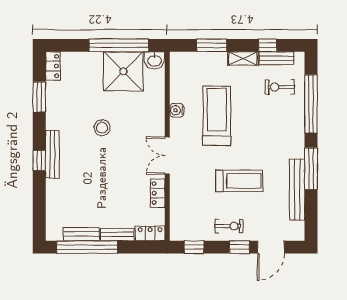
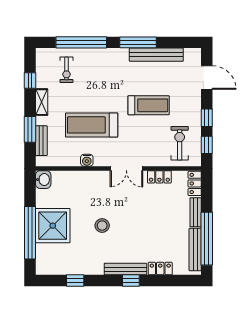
window: (119, 45) -> (30, 233), moved
bench: (277, 58) -> (41, 141), moved
locker: (53, 66) -> (160, 269), moved
shower: (123, 71) -> (53, 226), moved
window: (39, 97) -> (75, 280), width x0.67
treadmill: (239, 181) -> (149, 105), turned 90
exercise bike: (229, 226) -> (180, 143), moved, width x1.38, depth x1.39
bench: (81, 234) -> (195, 249), width x1.36
window: (239, 247) -> (207, 118), moved

